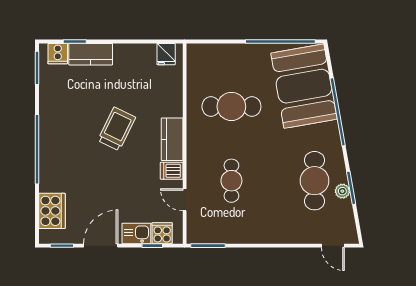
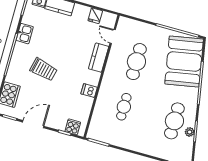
fridge: (166, 54) -> (95, 16), moved
cafe table: (231, 106) -> (136, 62), turned 90
trolley: (117, 129) -> (44, 69), moved, turned 77
kitchen counter: (172, 139) -> (99, 58), moved
door: (185, 200) -> (113, 36), moved
kitchen sink: (136, 233) -> (25, 34), moved, turned 90

